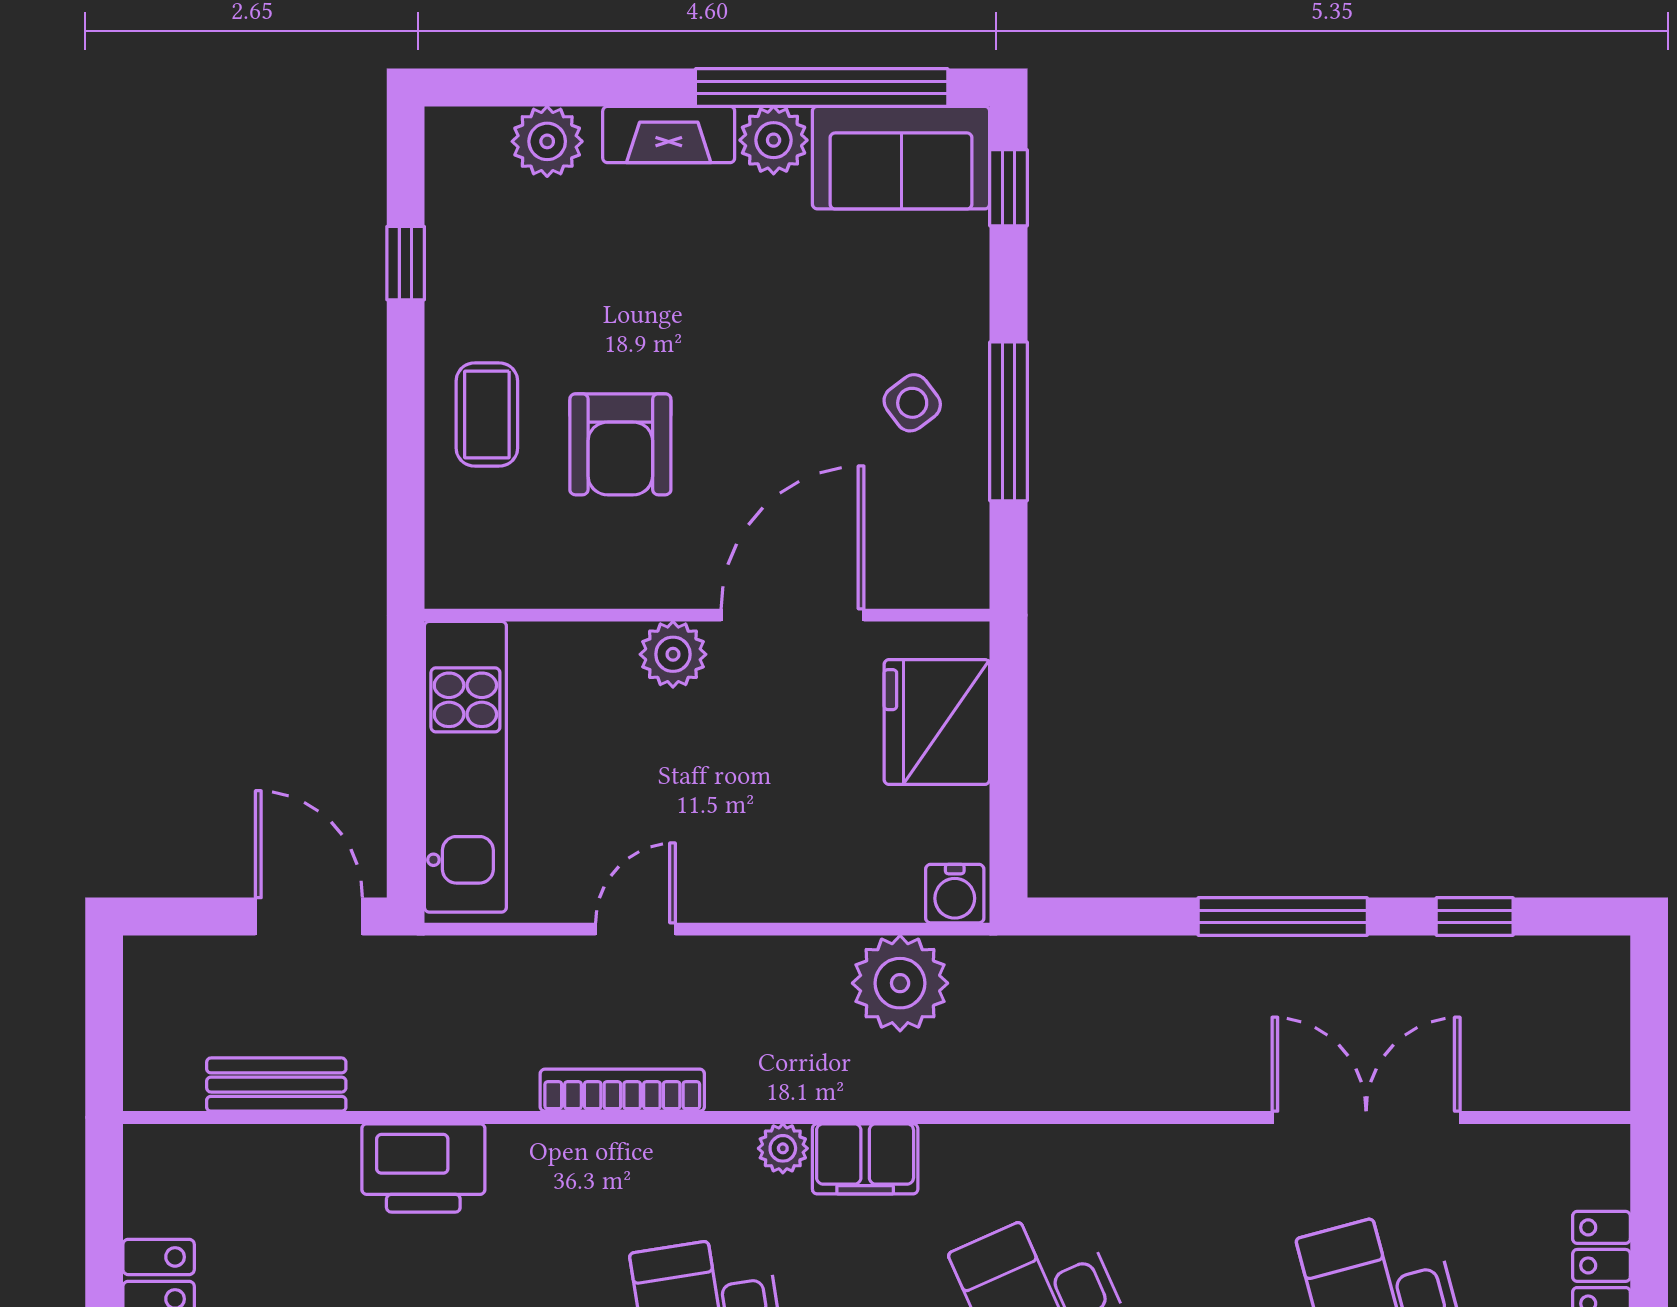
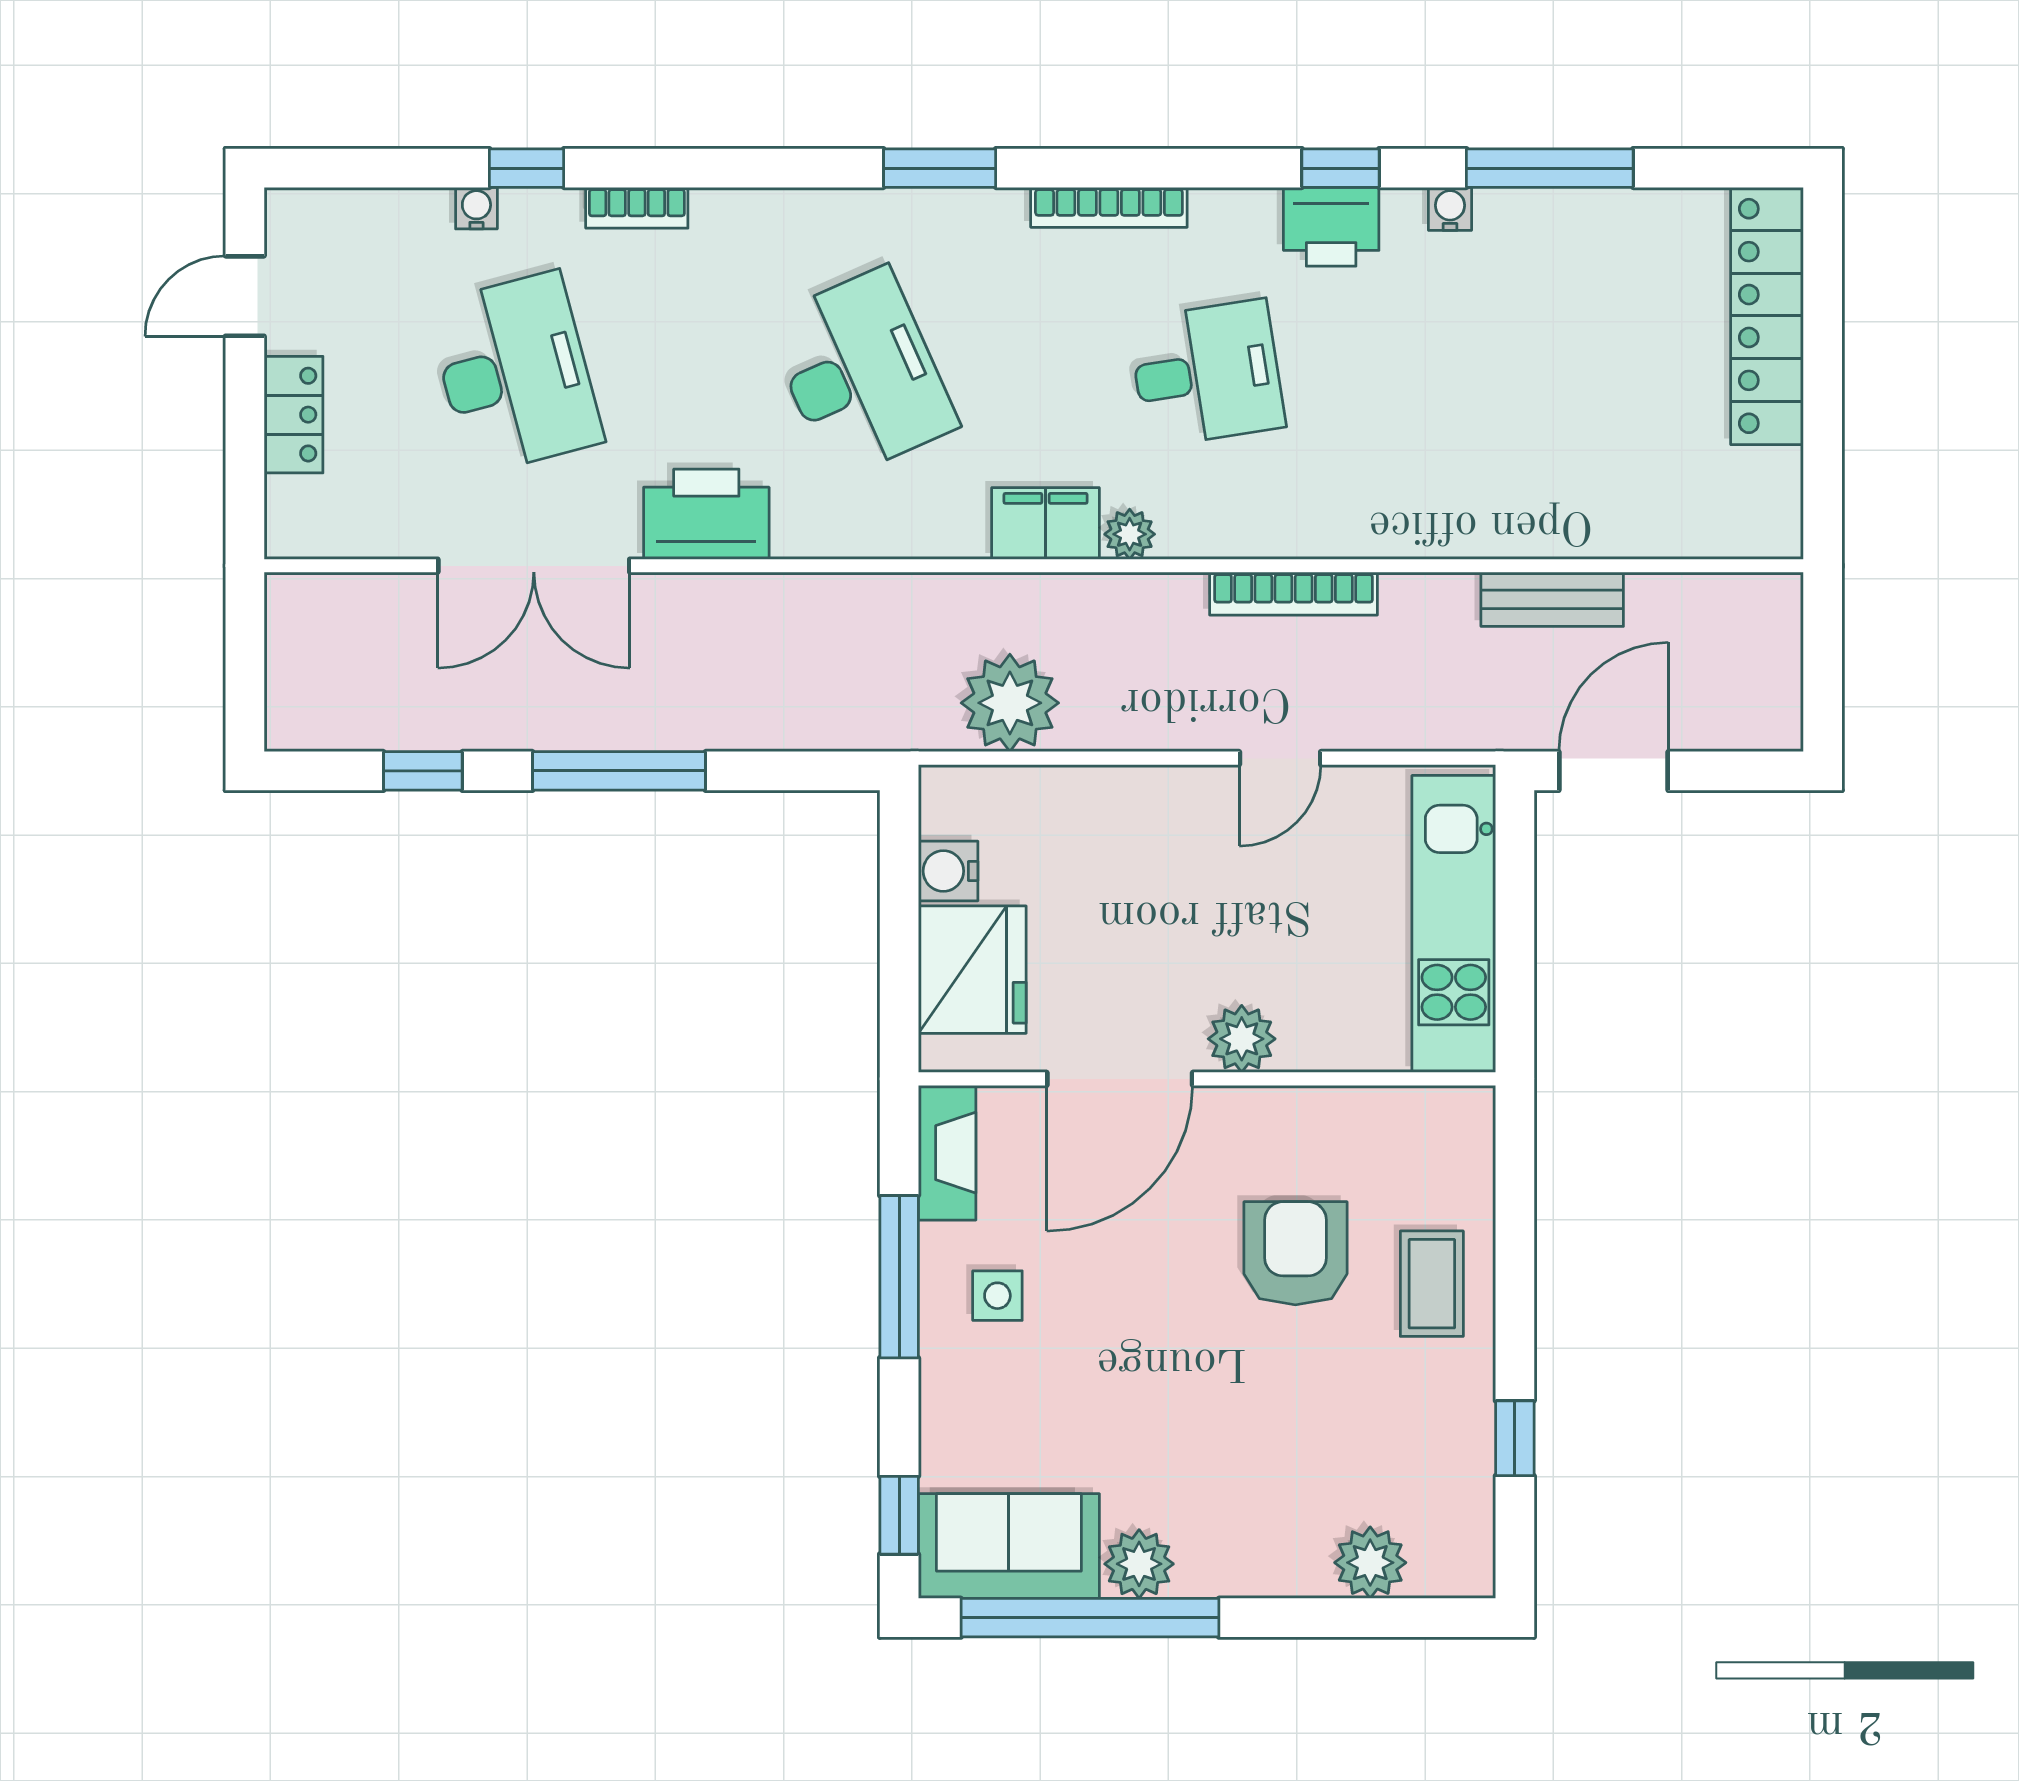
fireplace: (669, 135) -> (947, 1153), moved, turned 90
side table: (912, 403) -> (997, 1296), turned 37
water cooler: (955, 894) -> (948, 871), moved, turned -90
door: (309, 917) -> (1614, 771), swing flipped
bench: (276, 1085) -> (1552, 599), moved
printer: (423, 1168) -> (706, 514), moved

